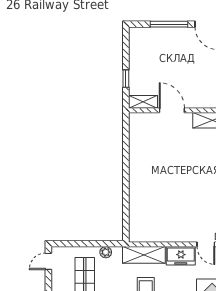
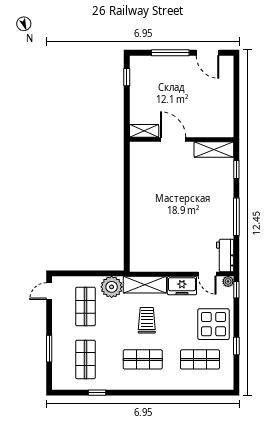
window: (126, 79) -> (127, 77), moved
plant: (106, 252) -> (112, 287), width x1.87, depth x1.87

